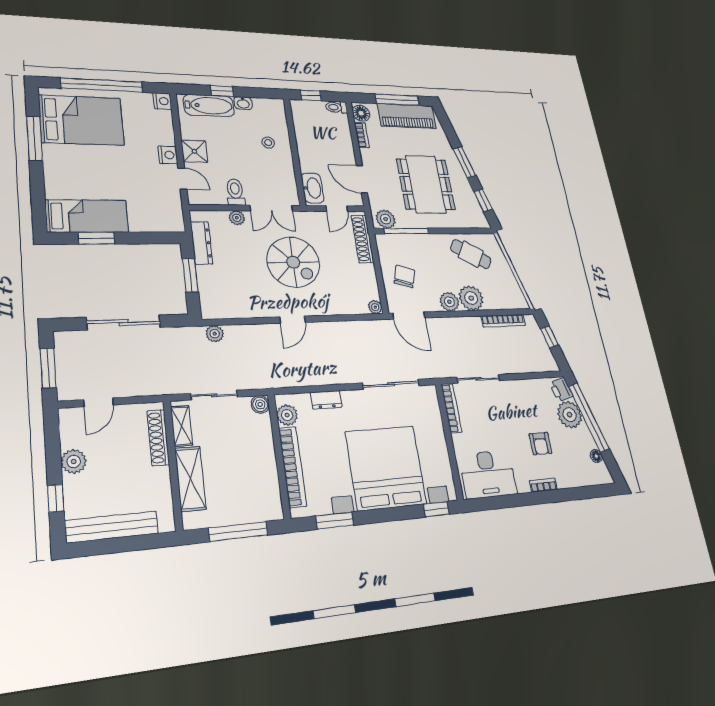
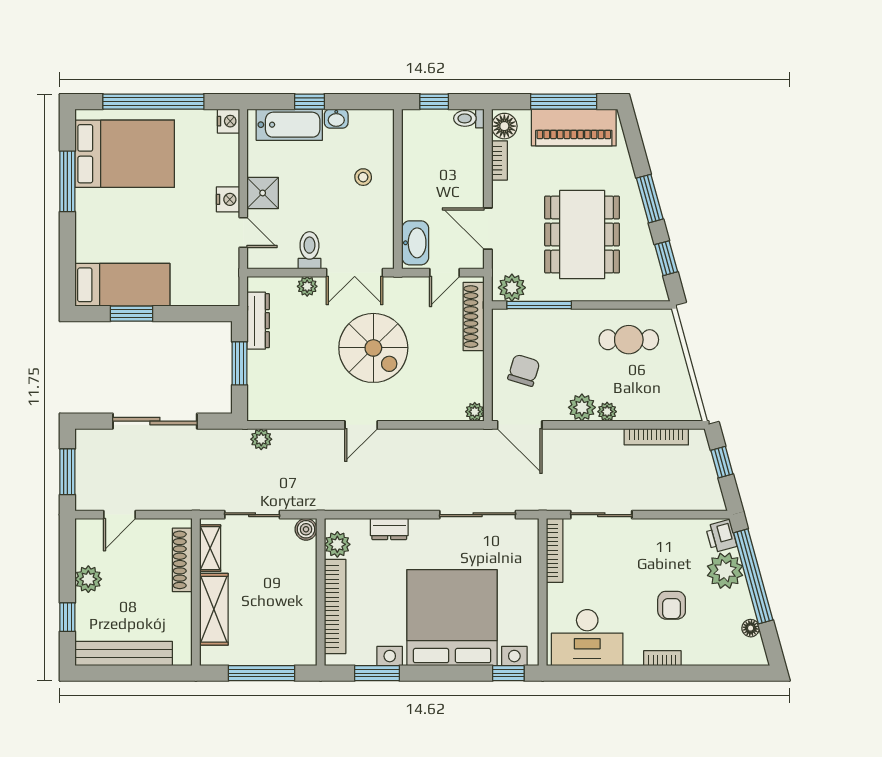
cafe table: (471, 254) -> (629, 340), turned -30
plant: (471, 298) -> (607, 412), width x0.53, depth x0.53

